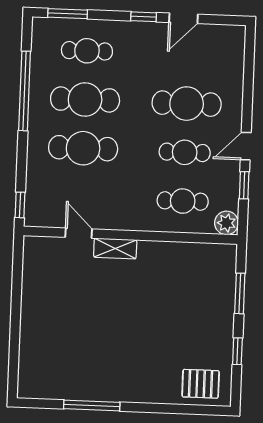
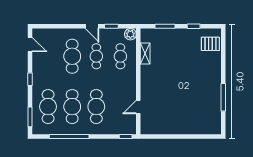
door: (183, 18) -> (30, 45), moved
cafe table: (87, 51) -> (48, 107), width x1.37, depth x1.35
shelving: (115, 249) -> (145, 53), moved
pallet: (201, 384) -> (210, 44), turned 90

